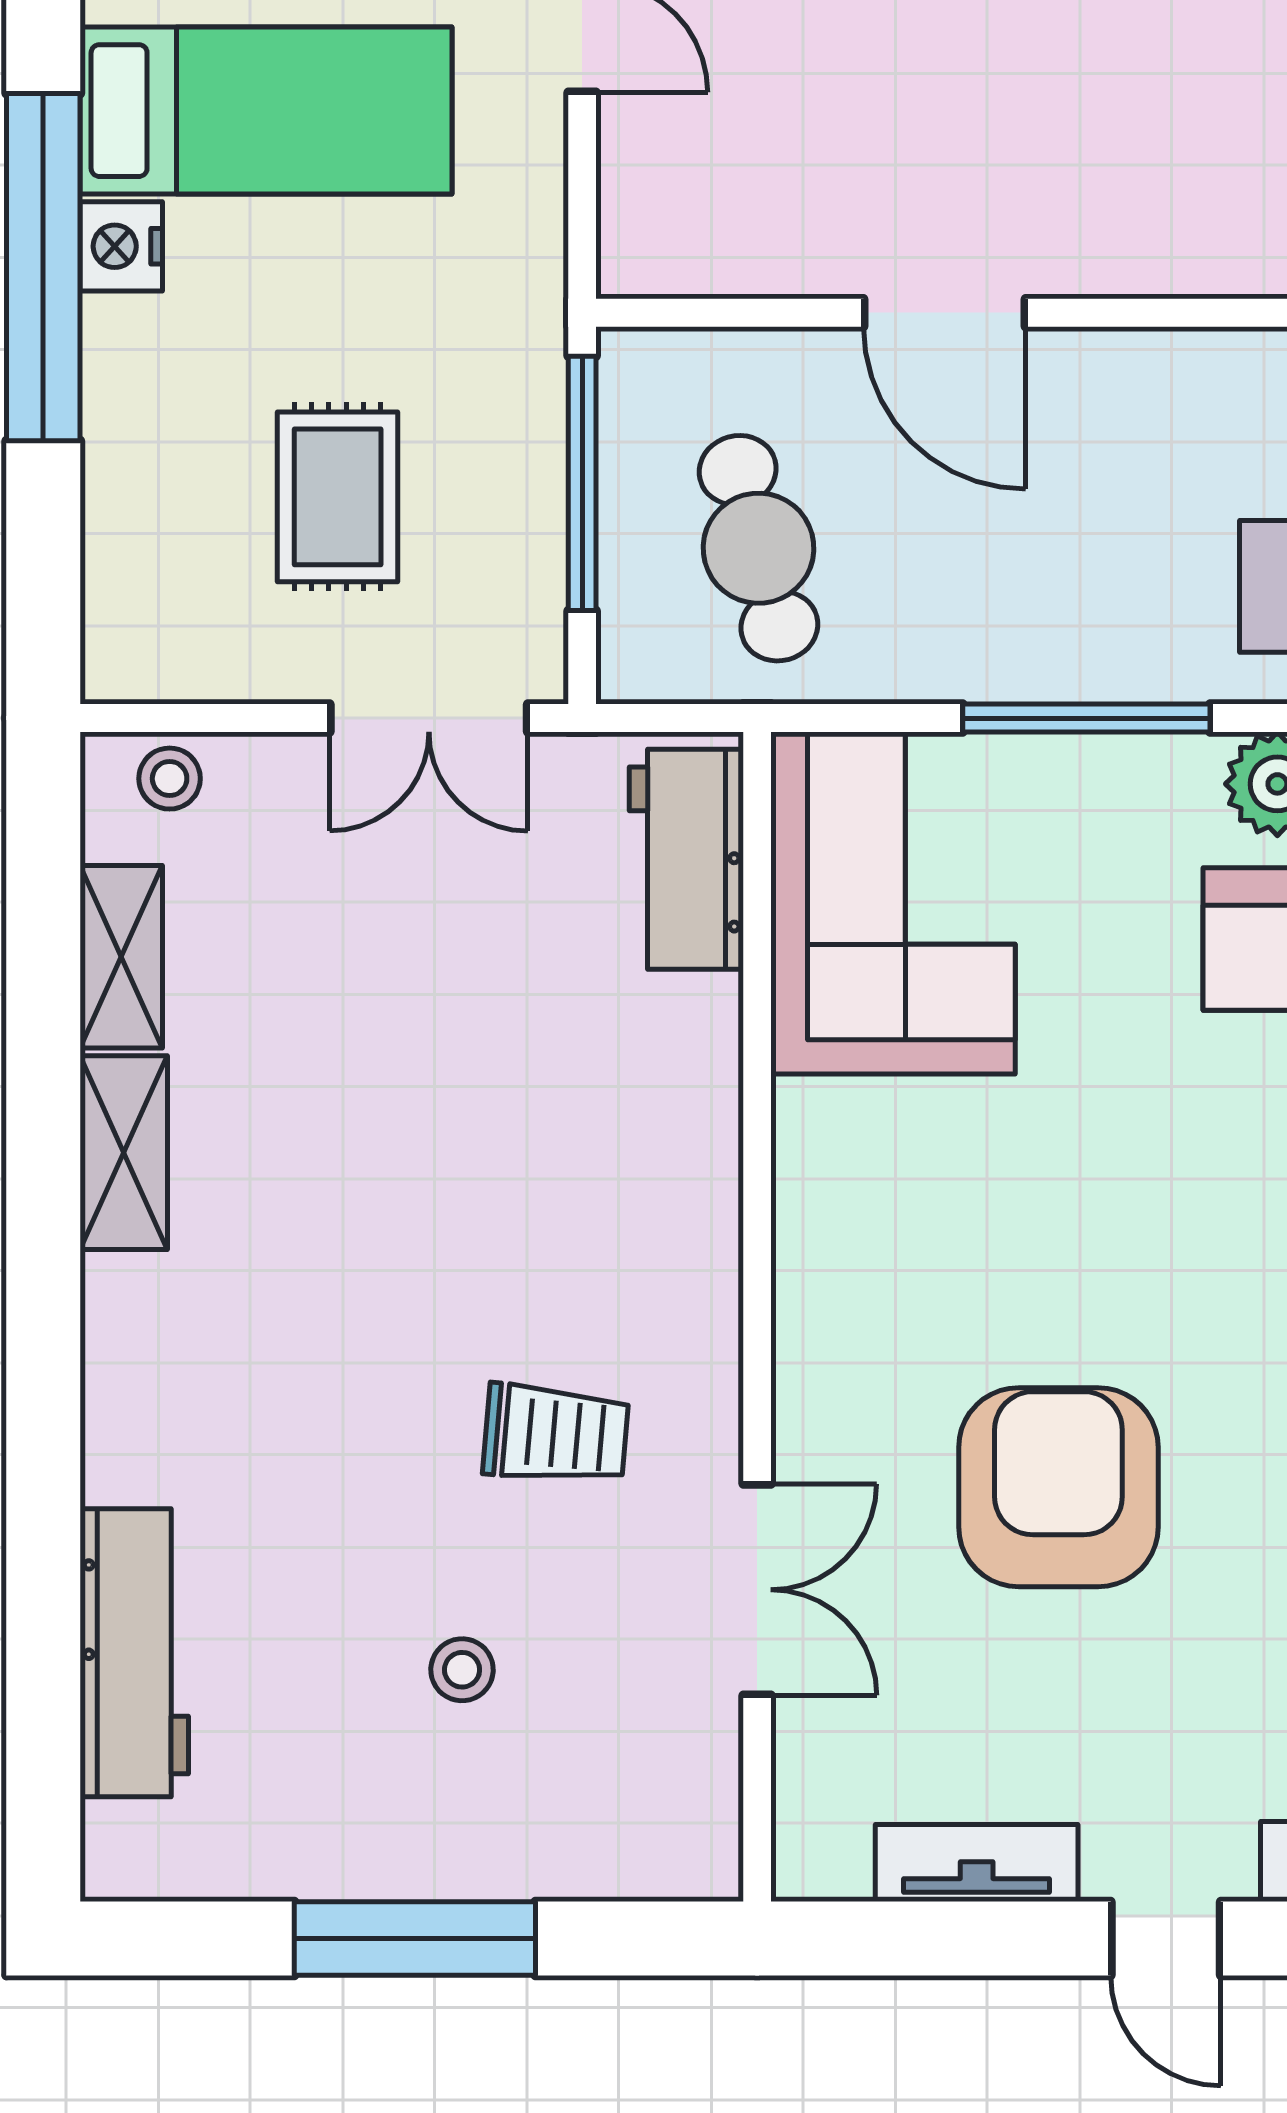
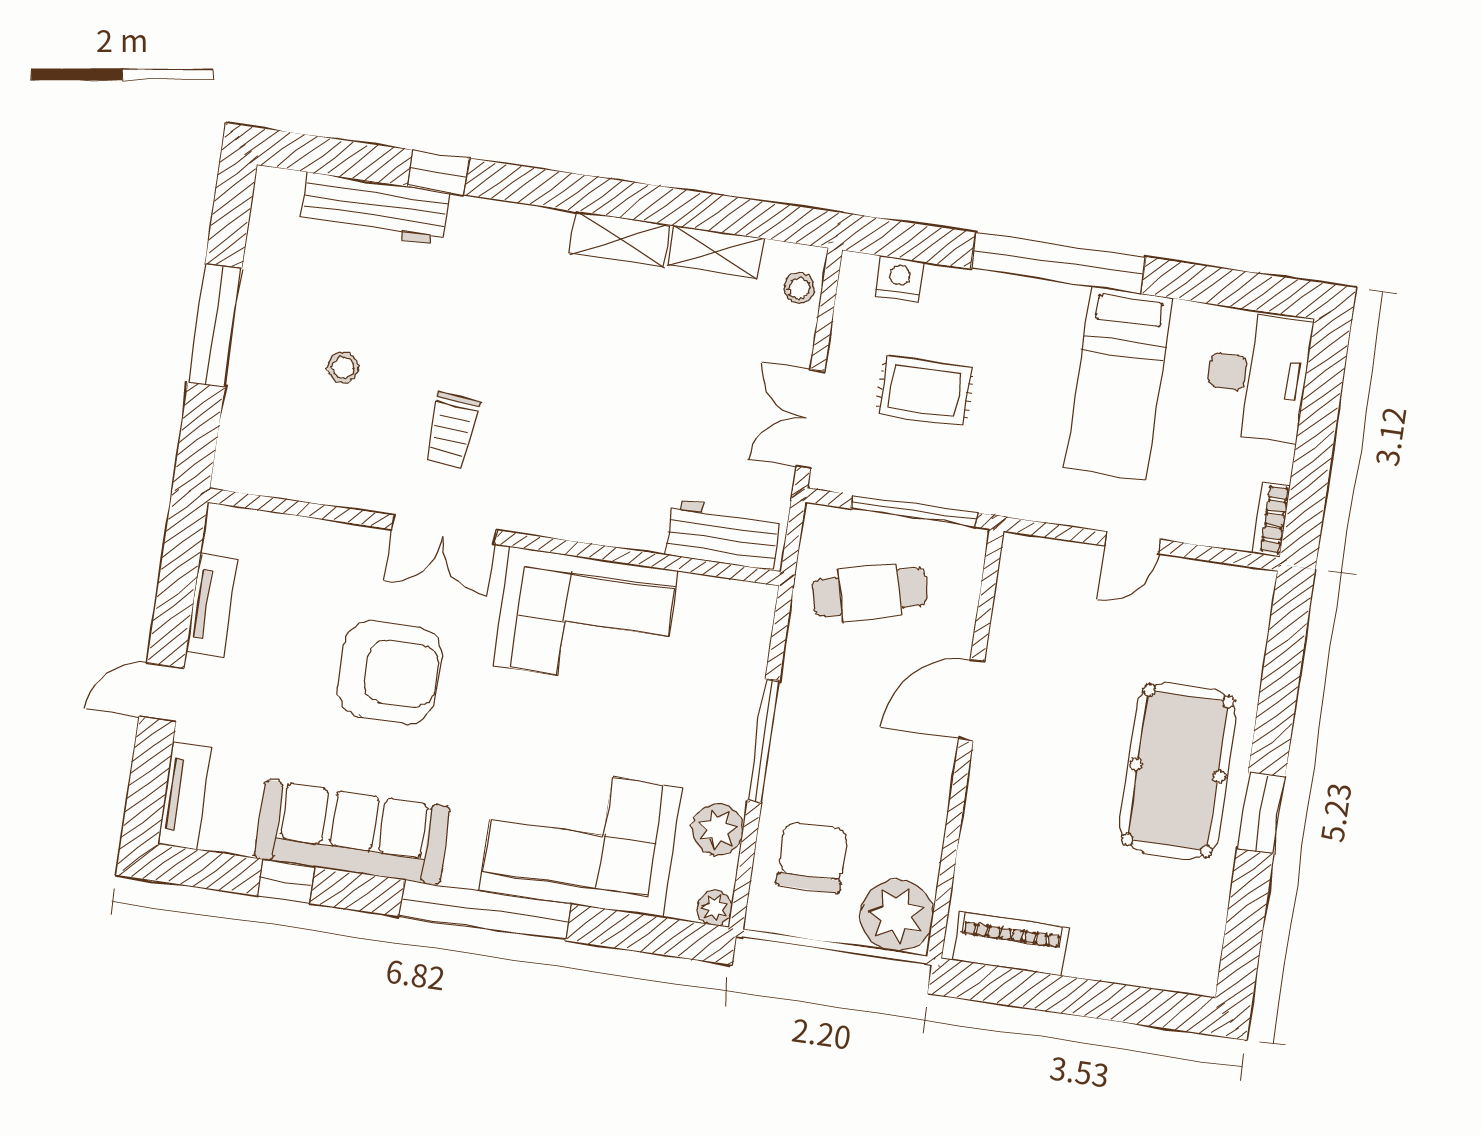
nightstand: (121, 246) -> (900, 279), moved
corner sofa: (893, 903) -> (585, 618), moved
window: (43, 1536) -> (438, 172), added
double door: (757, 1590) -> (444, 530), moved

